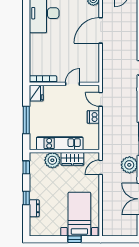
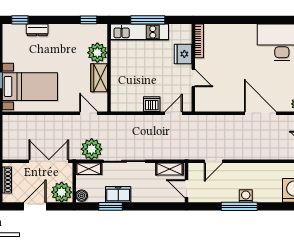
fridge: (36, 93) -> (183, 54), moved, turned 90
kitchen unit: (60, 143) -> (140, 32), moved, turned 90
window: (26, 198) -> (20, 20), moved

